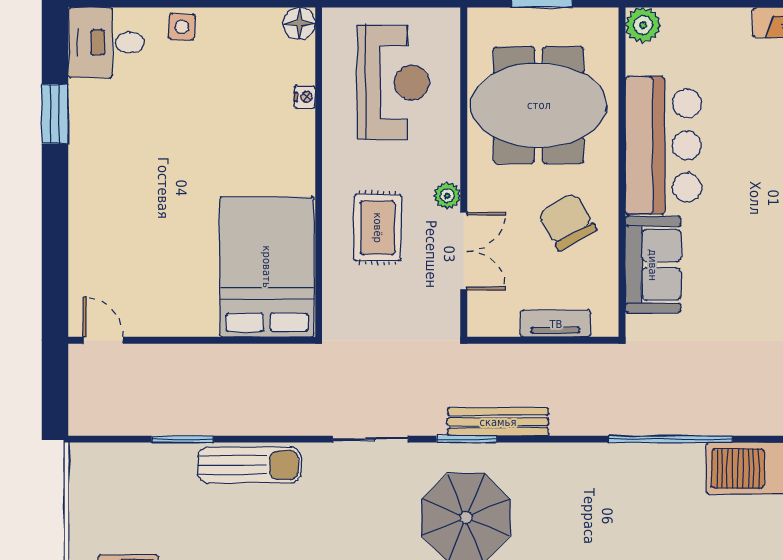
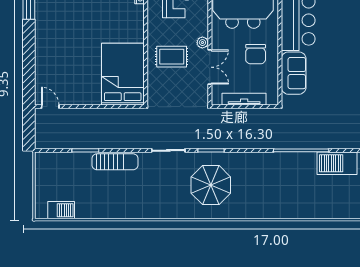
chair: (567, 222) -> (256, 54), turned -150
rug: (378, 228) -> (172, 57), turned 90
tv unit: (556, 324) -> (244, 99), width x1.41
bench: (498, 422) -> (225, 143), removed

